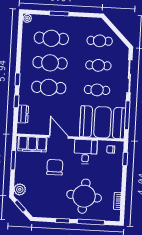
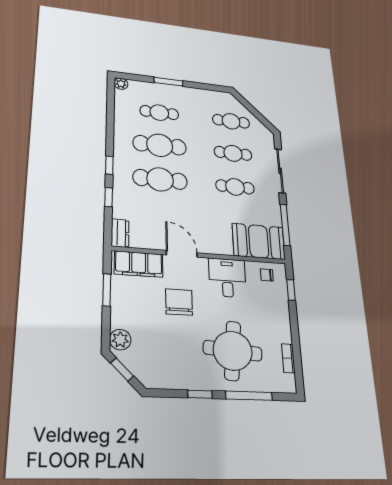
cafe table: (51, 38) -> (159, 113), width x0.73, depth x0.74
dresser: (23, 114) -> (120, 233), moved
booth: (103, 122) -> (259, 241), width x0.73, depth x0.70

